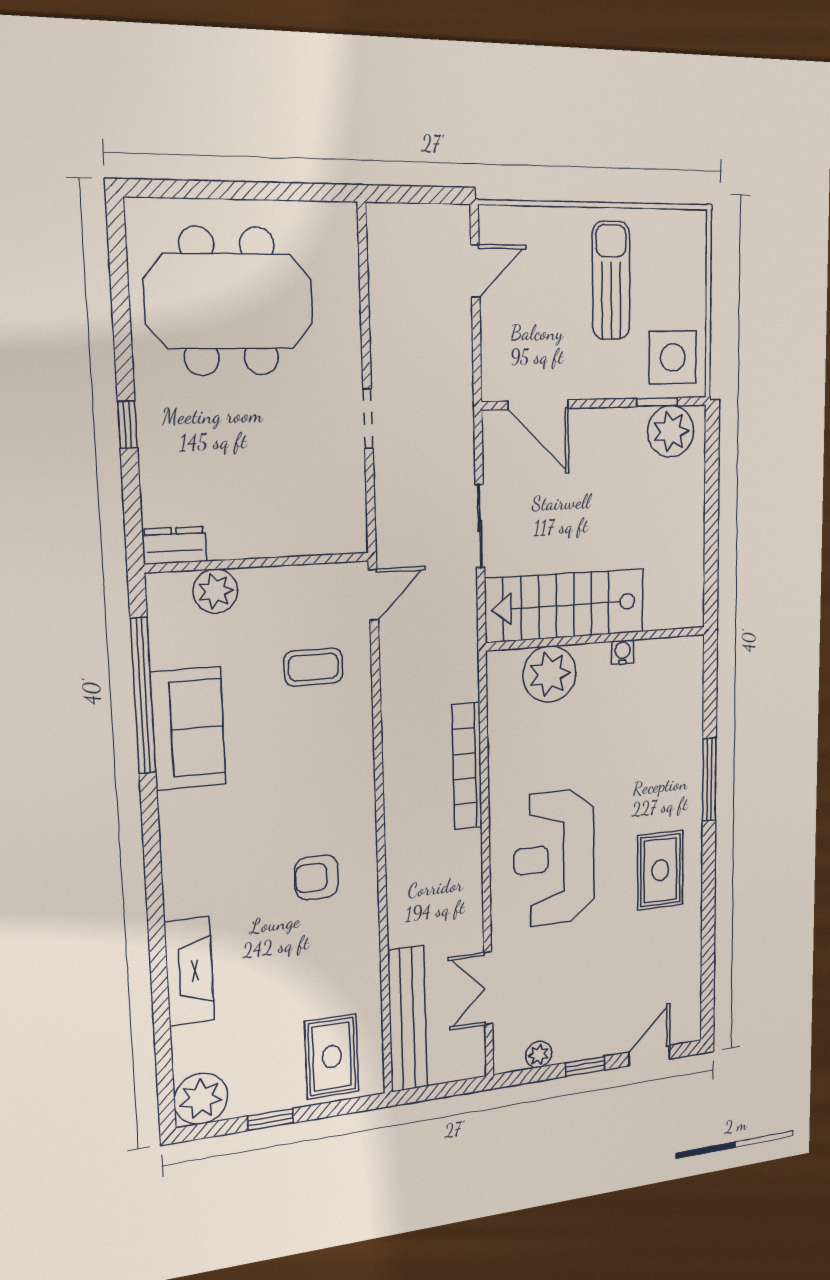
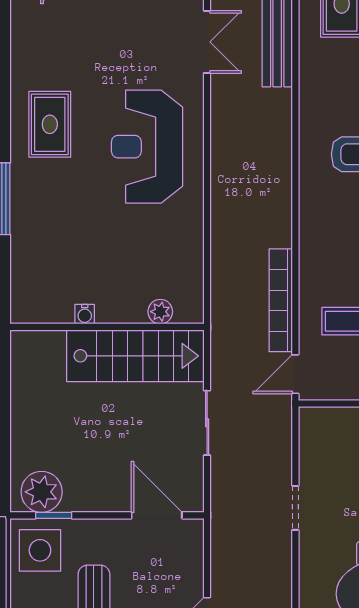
plant: (550, 674) -> (160, 312), width x0.53, depth x0.53
bookcase: (467, 766) -> (281, 300), moved, turned 180
reception desk: (554, 858) -> (147, 147), turned 180

